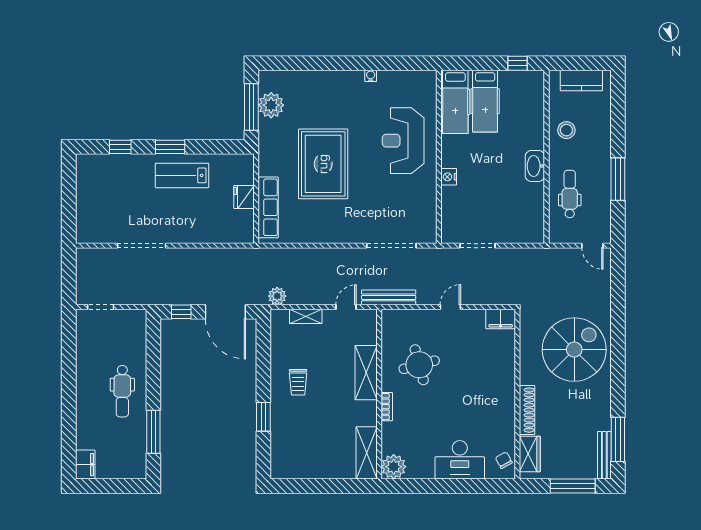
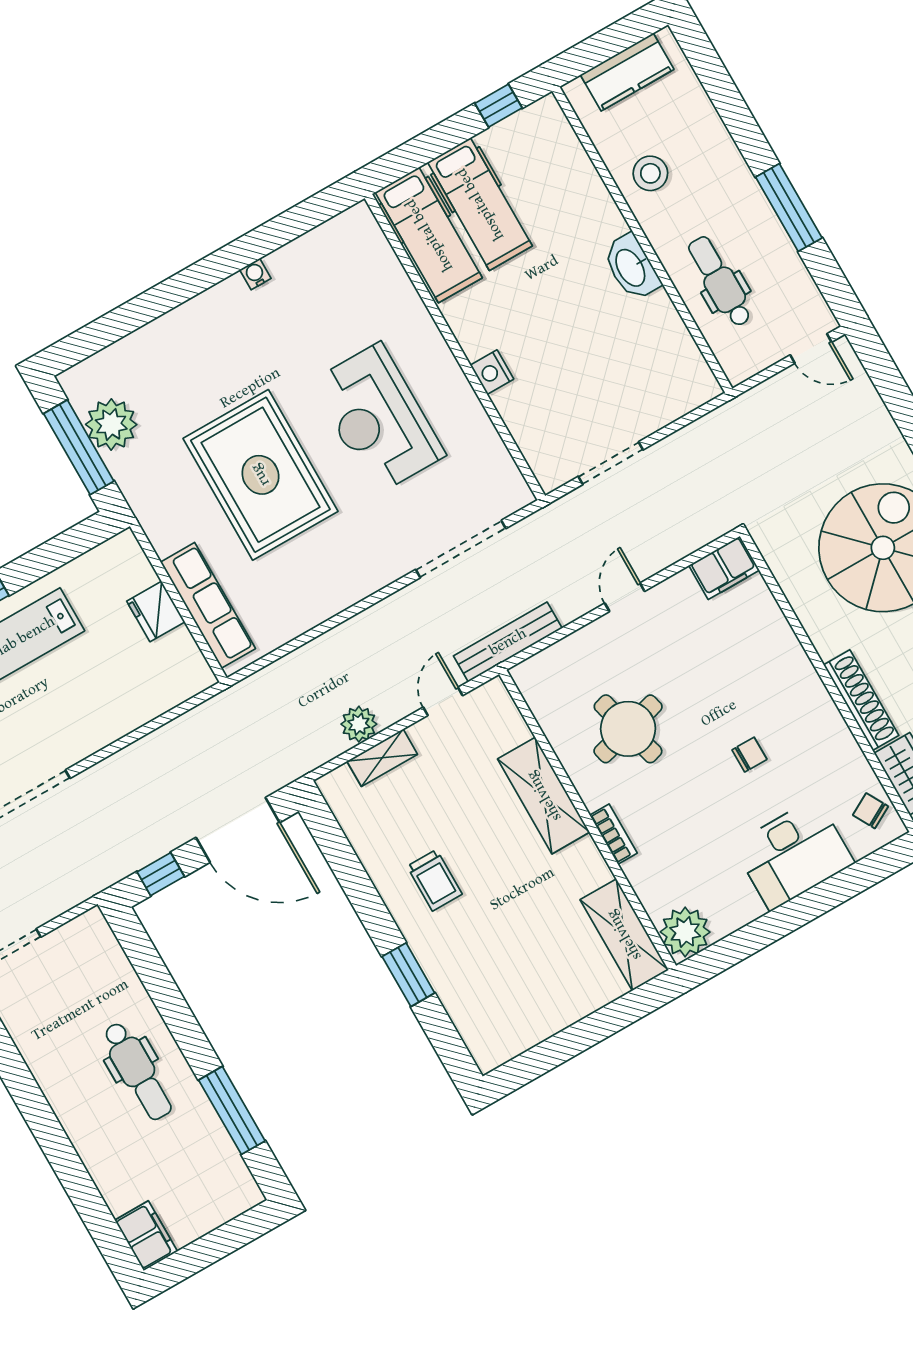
reception desk: (403, 141) -> (378, 419), moved
plant: (277, 296) -> (359, 724), moved
chair: (465, 406) -> (749, 755), added

